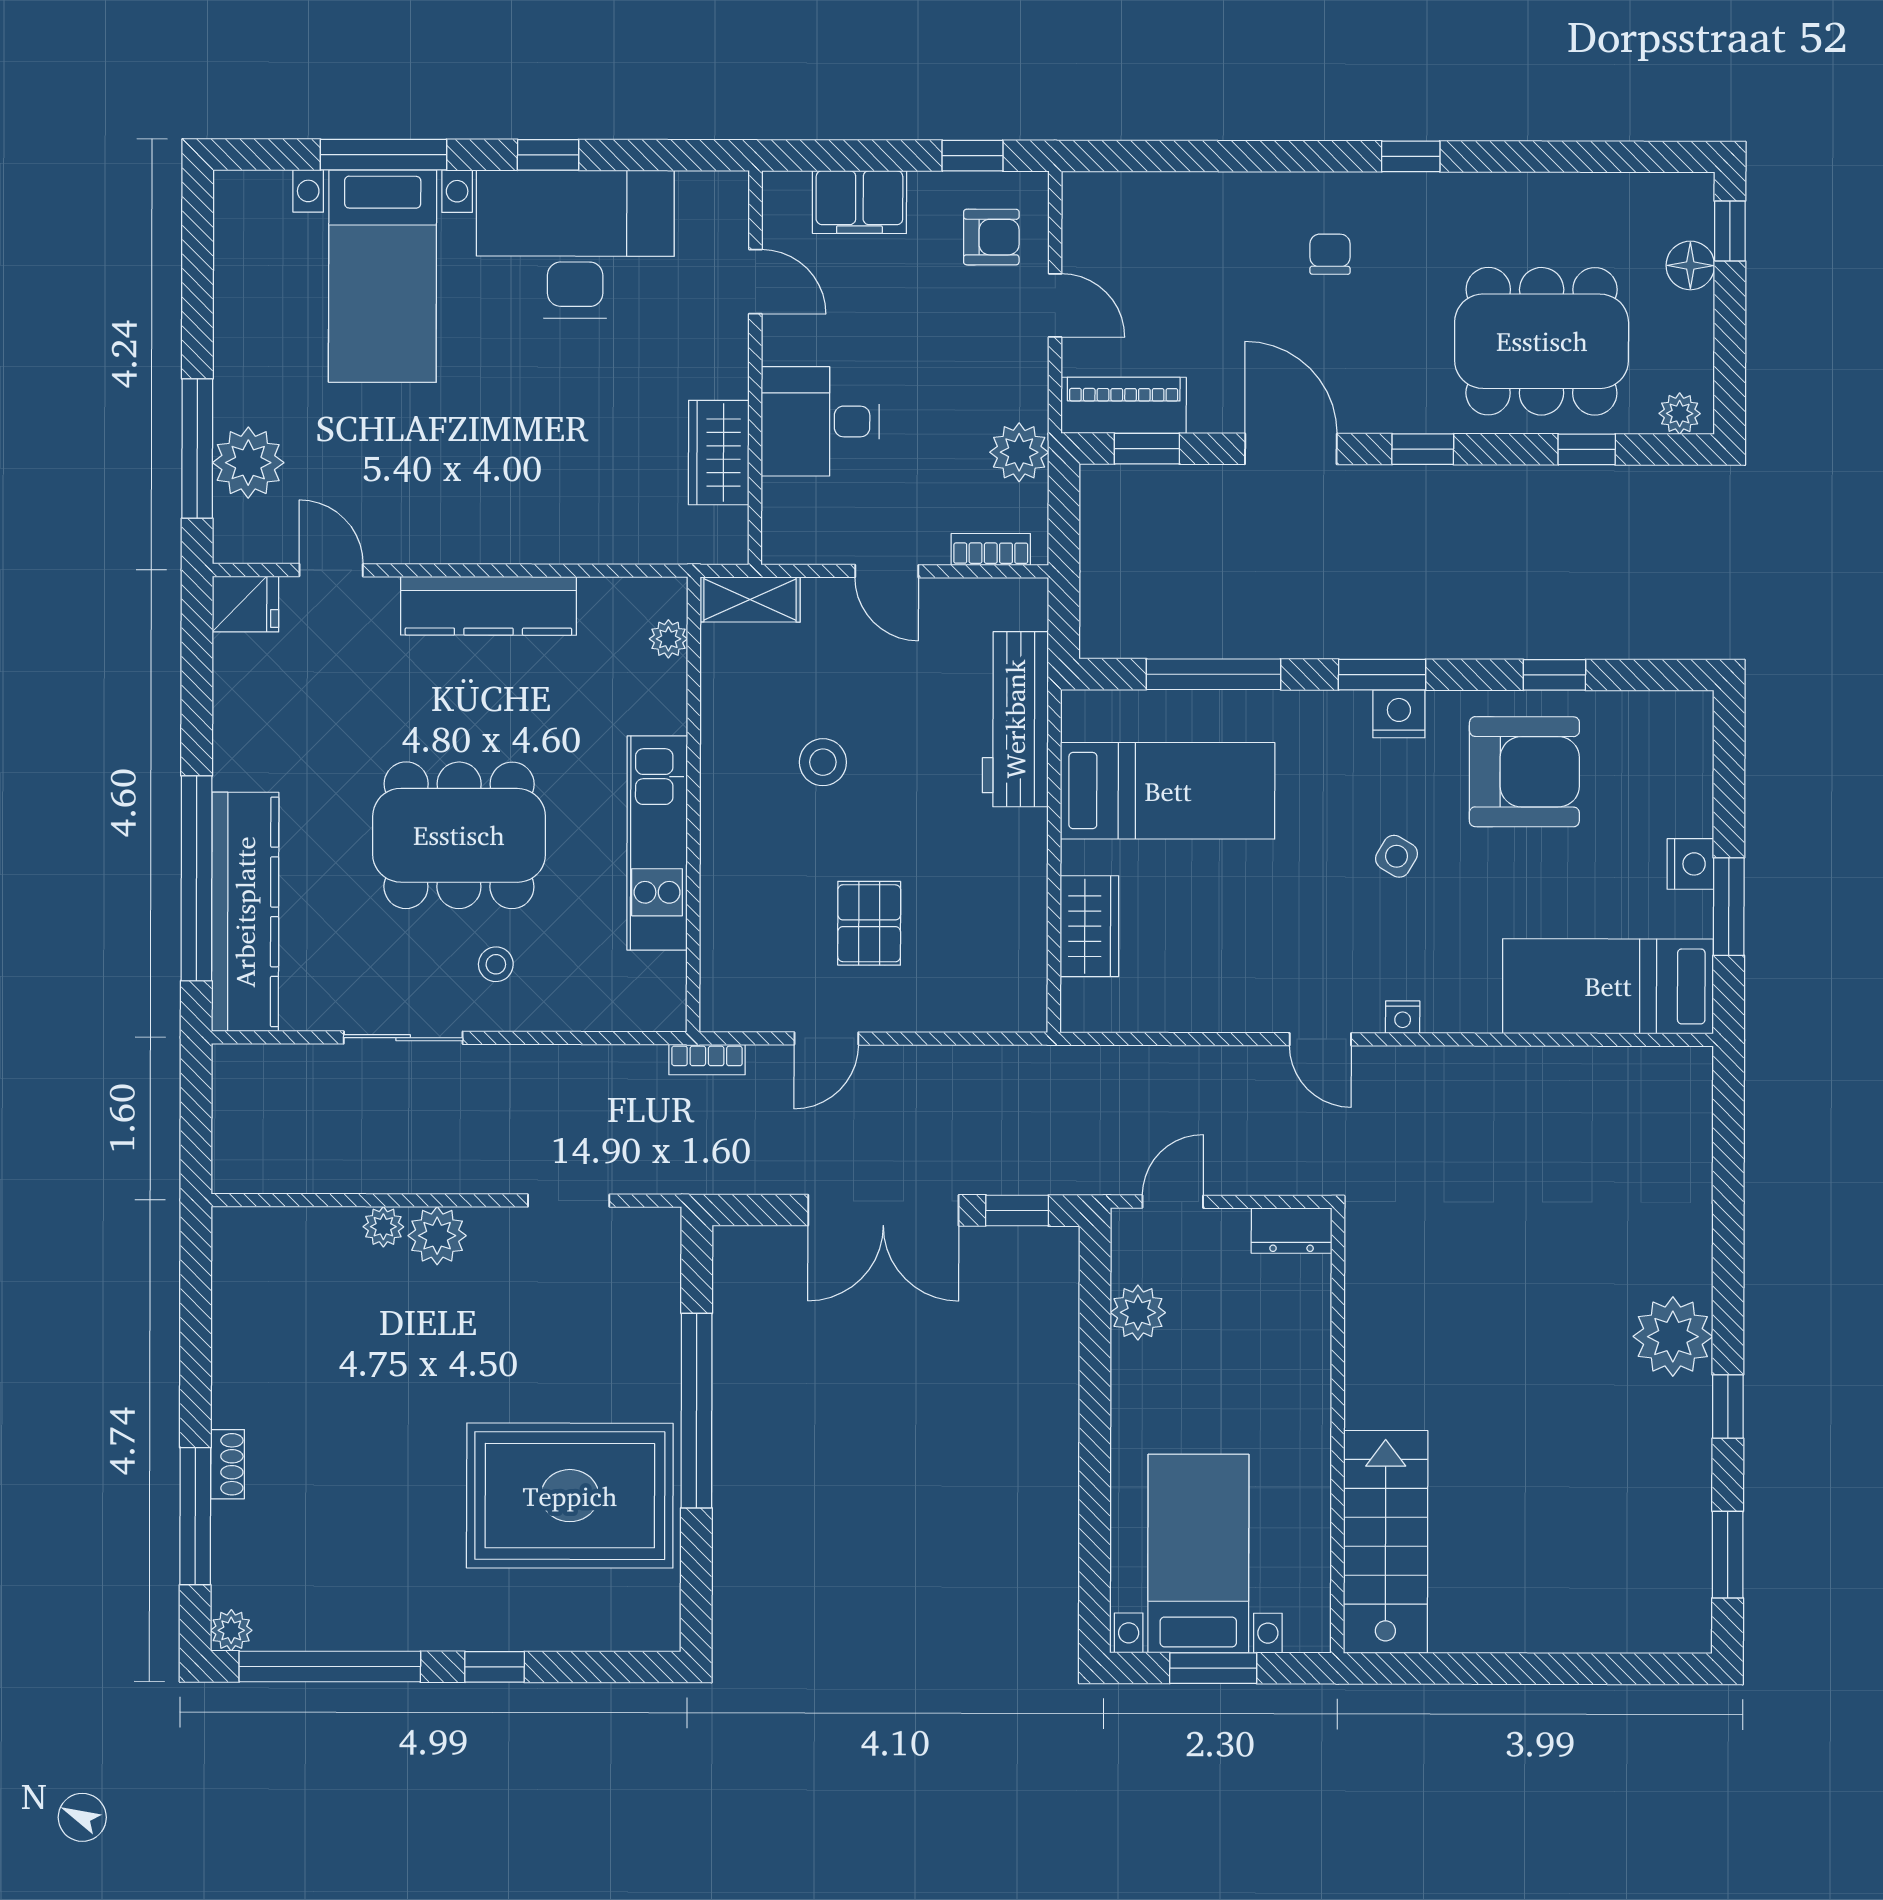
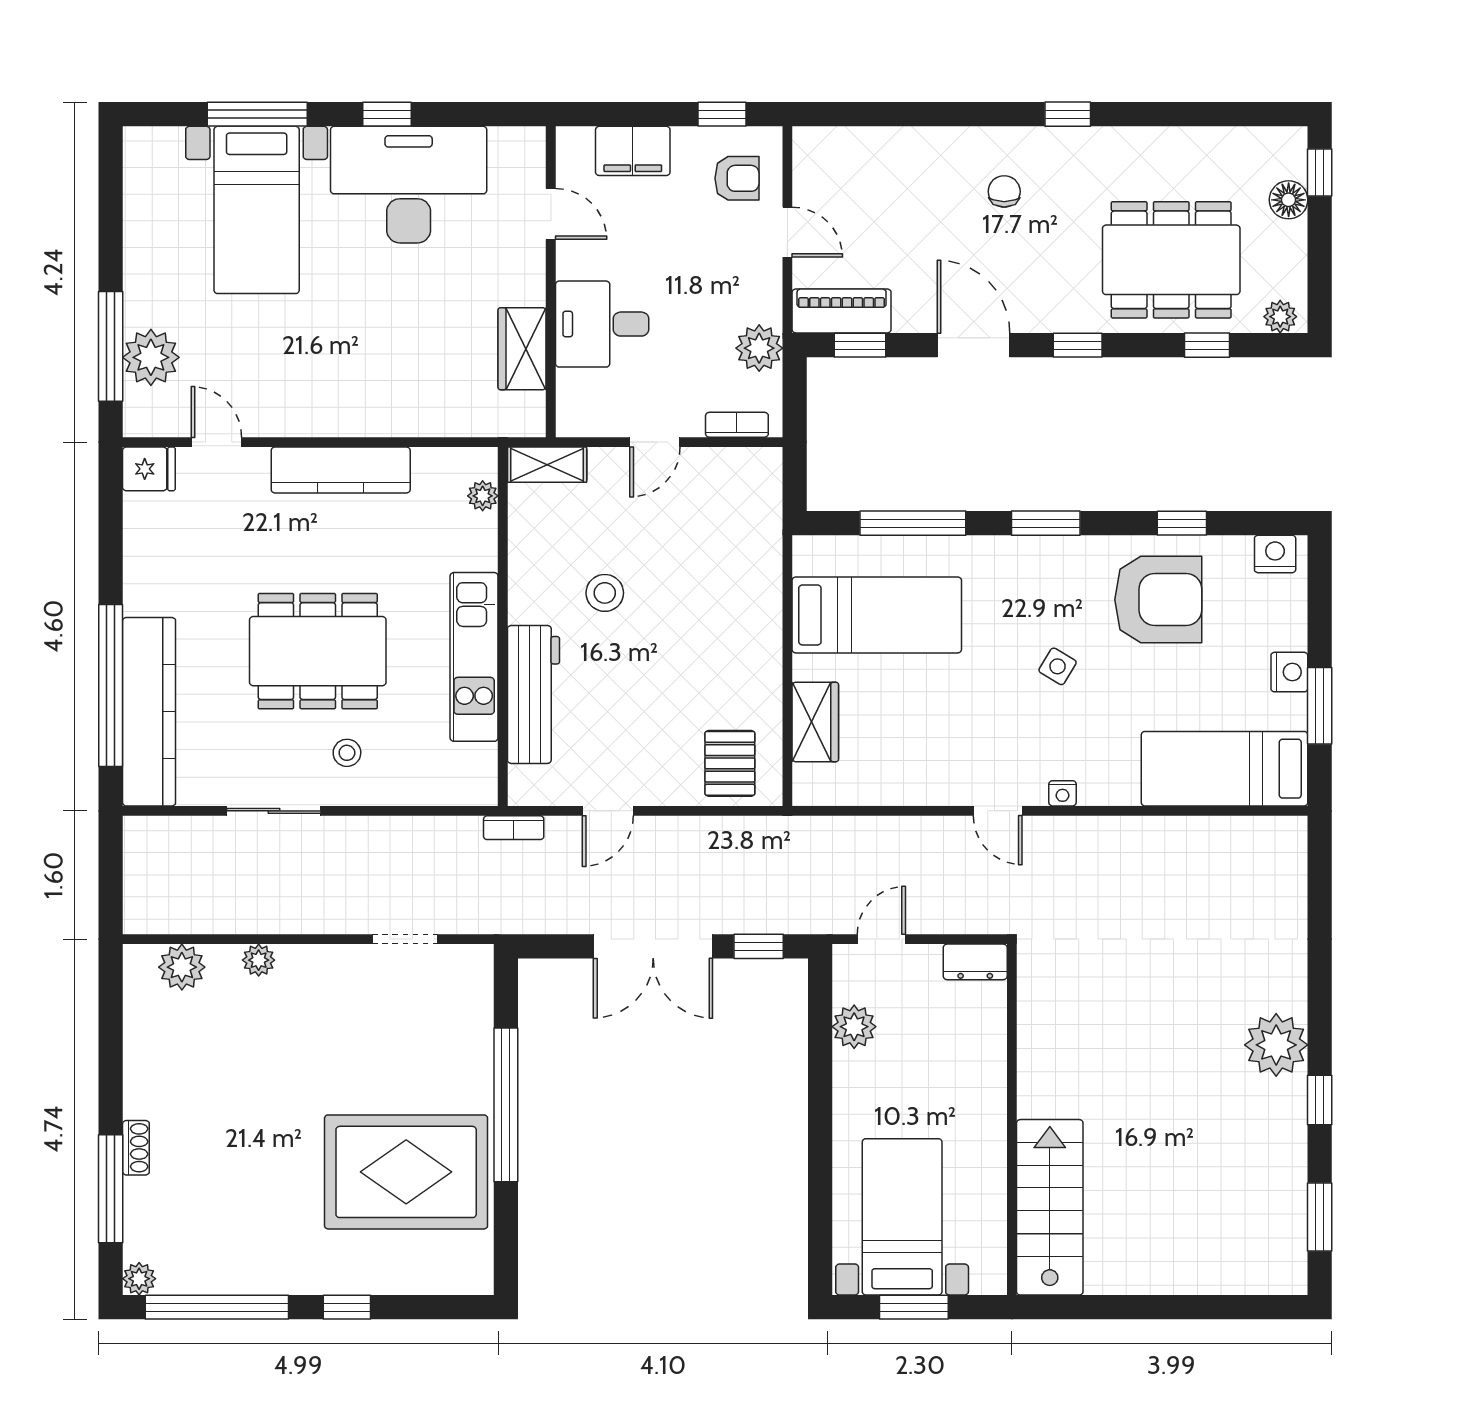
door: (887, 571) -> (655, 442), hinge flipped
nightstand: (1399, 714) -> (1275, 554), moved
workbench: (1015, 719) -> (533, 694), moved, turned 180
pallet: (869, 923) -> (730, 763), moved
plant: (437, 1236) -> (182, 967), moved

